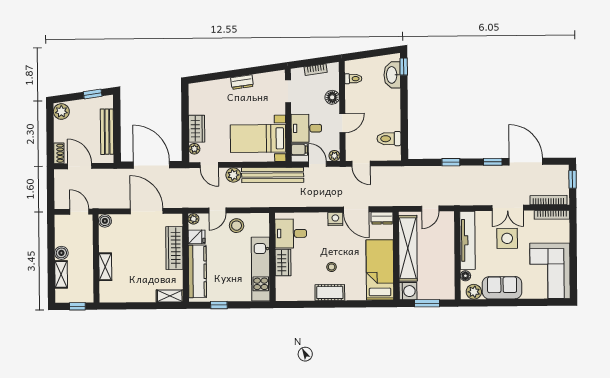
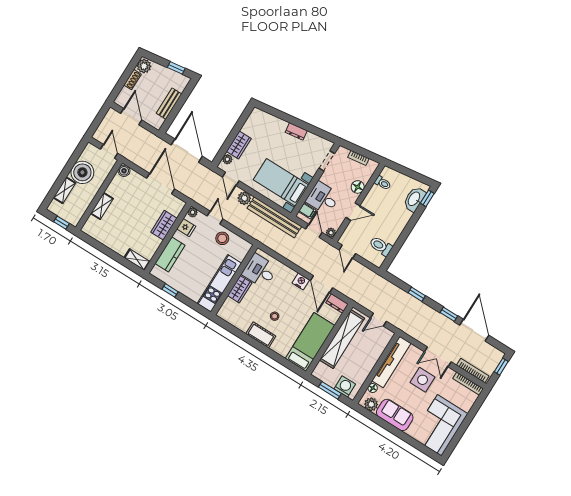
bench: (107, 132) -> (169, 104), width x0.73
shoe rack: (59, 153) -> (132, 80), moved
door: (217, 210) -> (215, 218), swing flipped
wardrobe: (174, 248) -> (164, 225), width x0.67
boiler: (61, 253) -> (82, 172), width x1.86, depth x1.86
kitchen counter: (197, 271) -> (170, 254), width x0.67
washing machine: (408, 291) -> (345, 387), moved, turned -90

